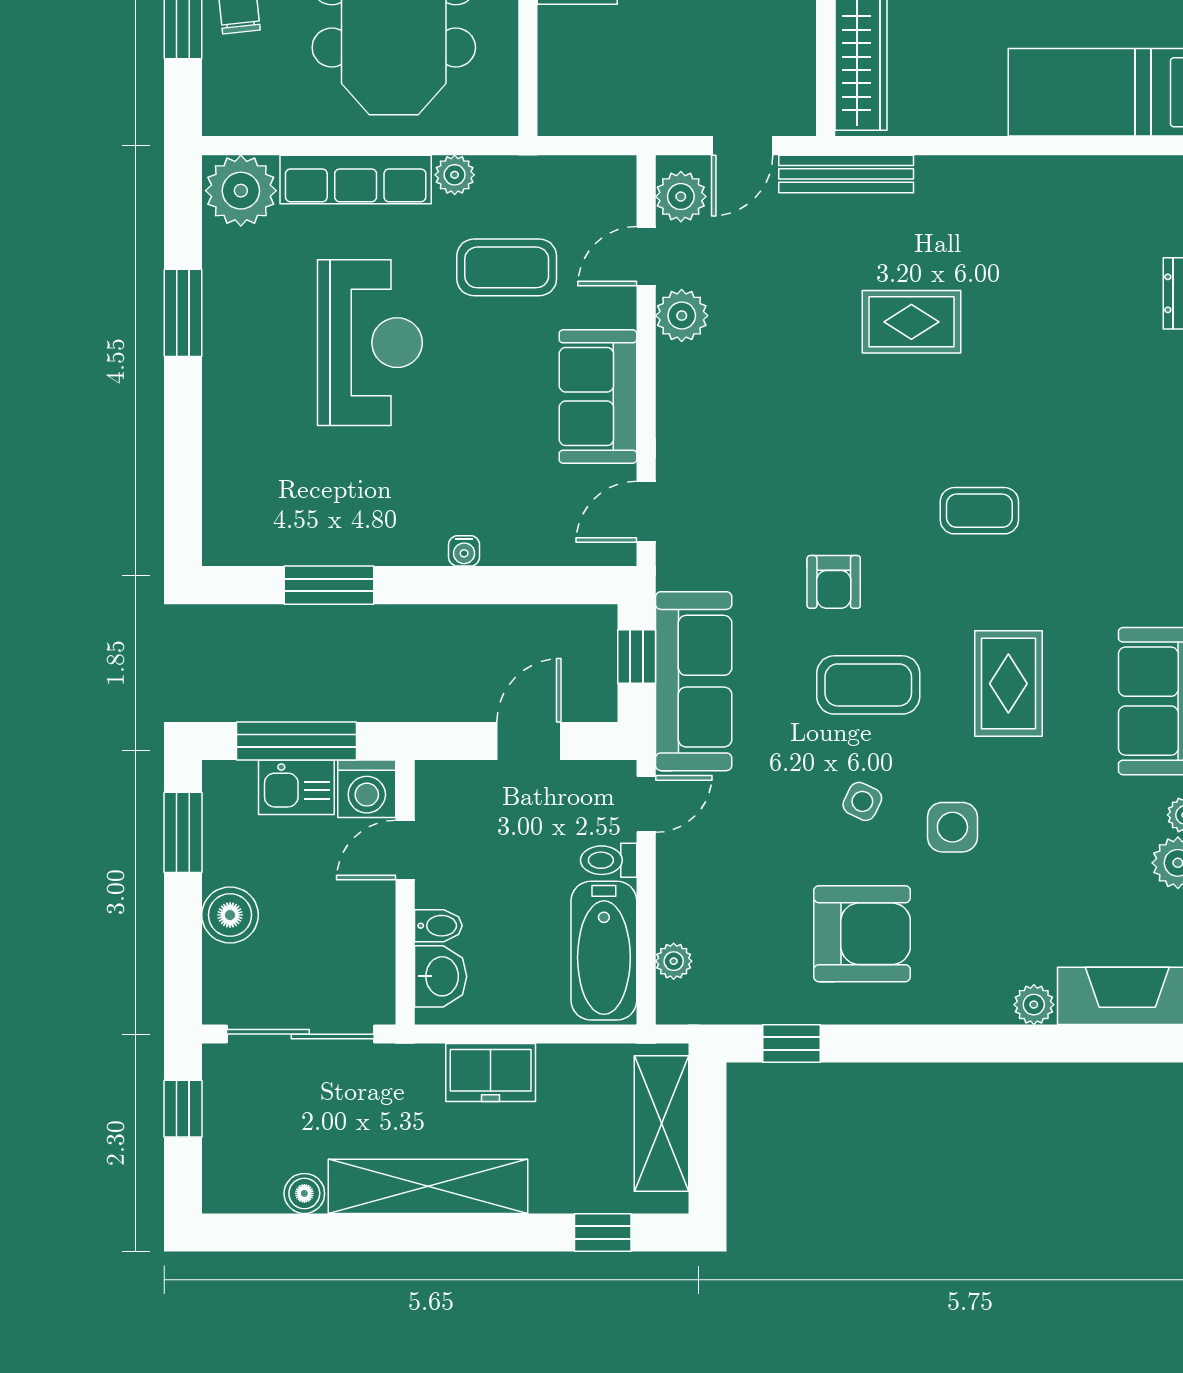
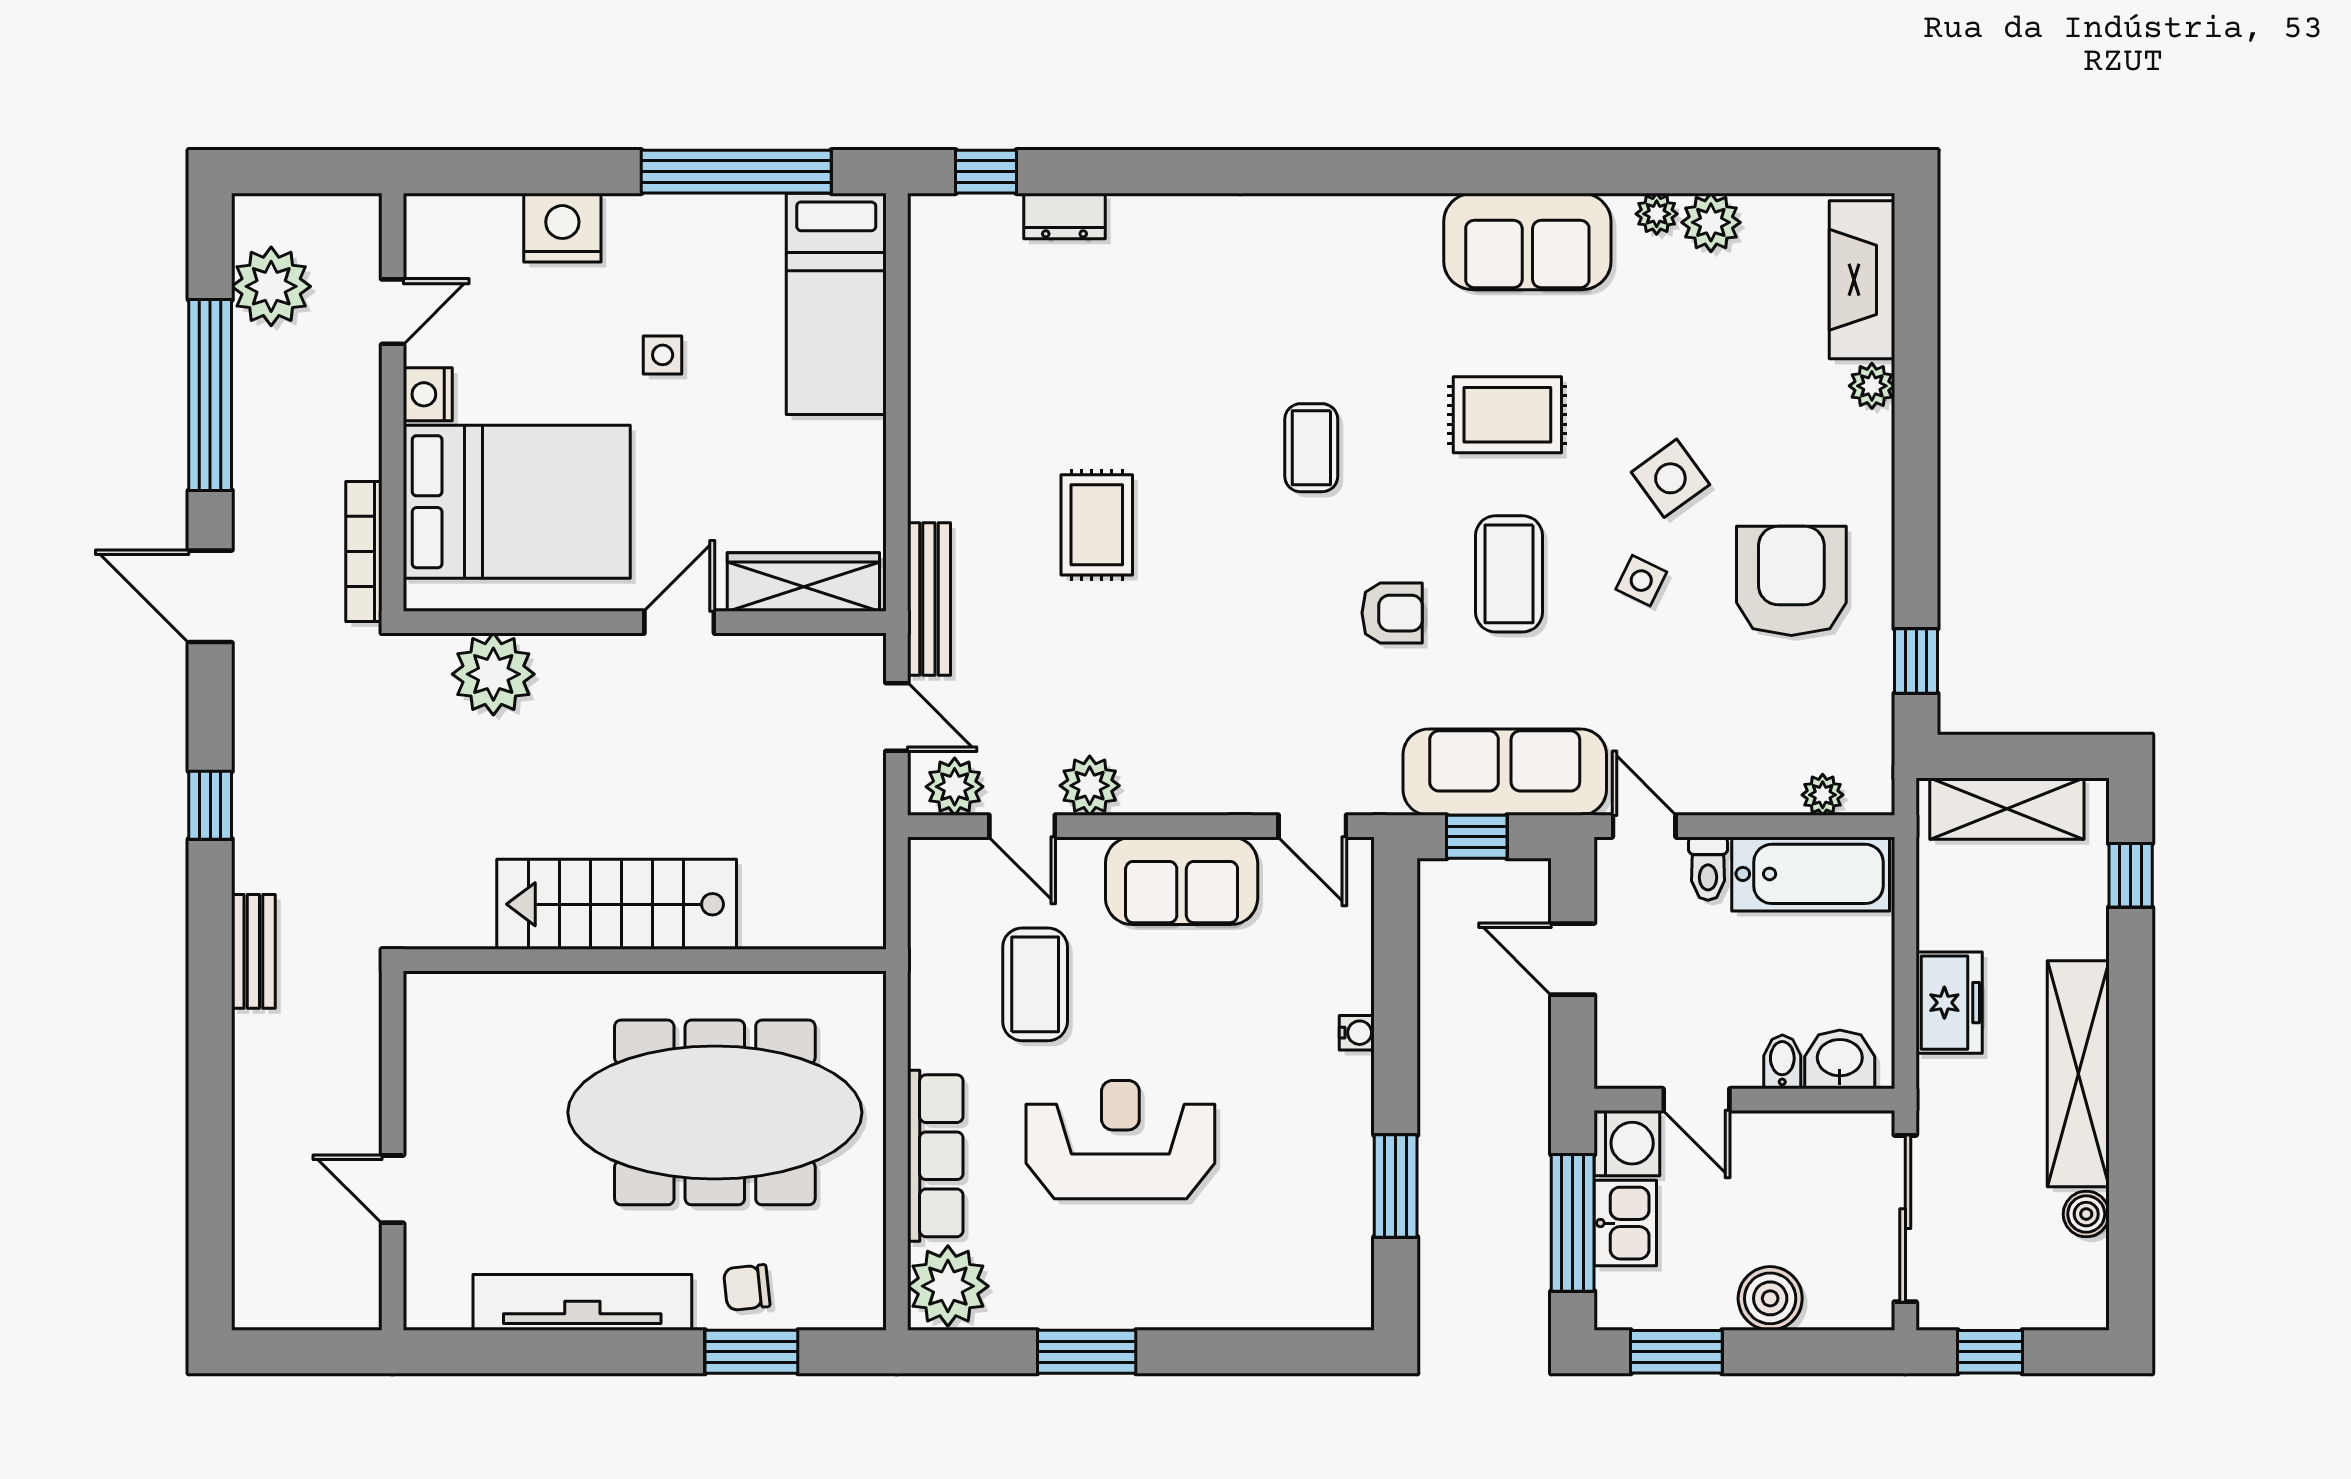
plant: (455, 175) -> (930, 1043), removed
side table: (952, 827) -> (1670, 478), turned -36

